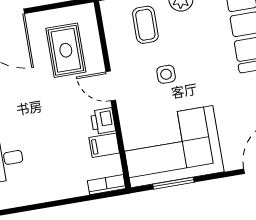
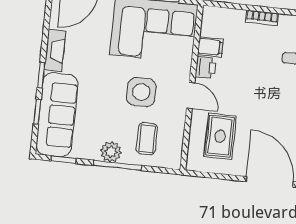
side table: (166, 74) -> (141, 92), width x1.87, depth x1.87
bookcase: (106, 185) -> (262, 18), moved

